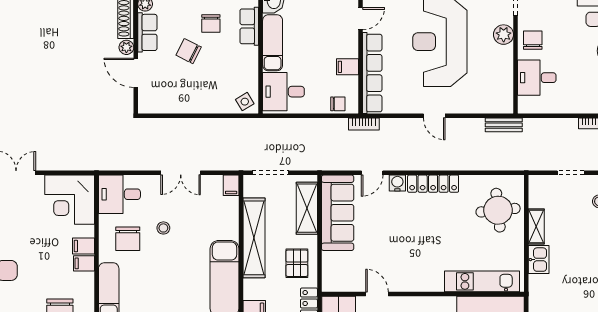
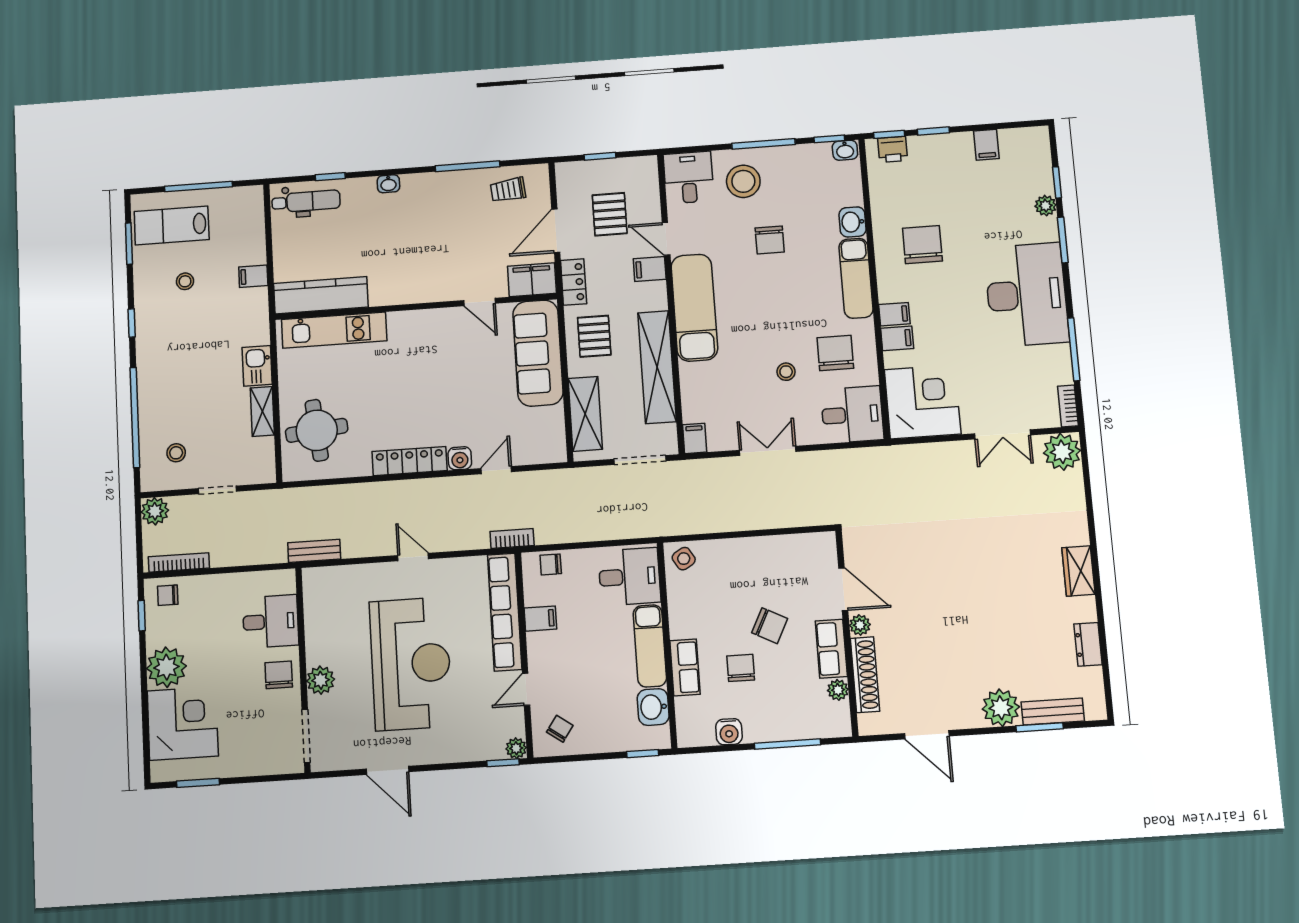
chair: (533, 40) -> (279, 675), turned 180
sofa: (338, 213) -> (538, 353), moved

